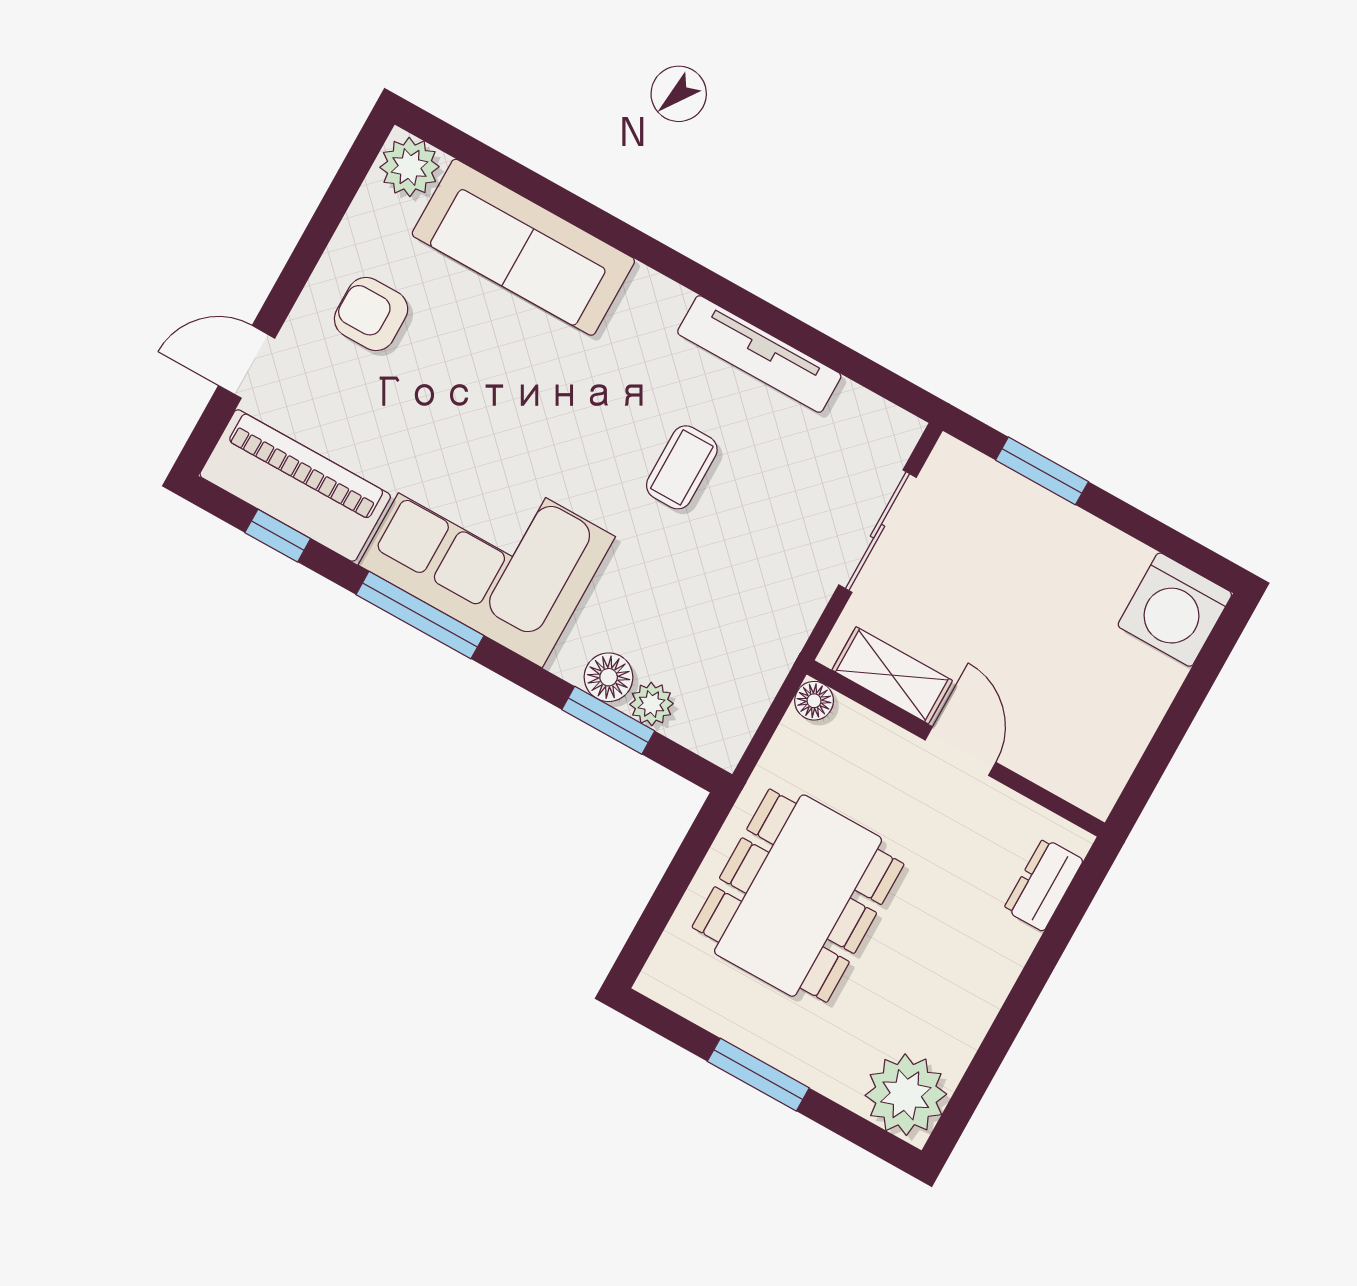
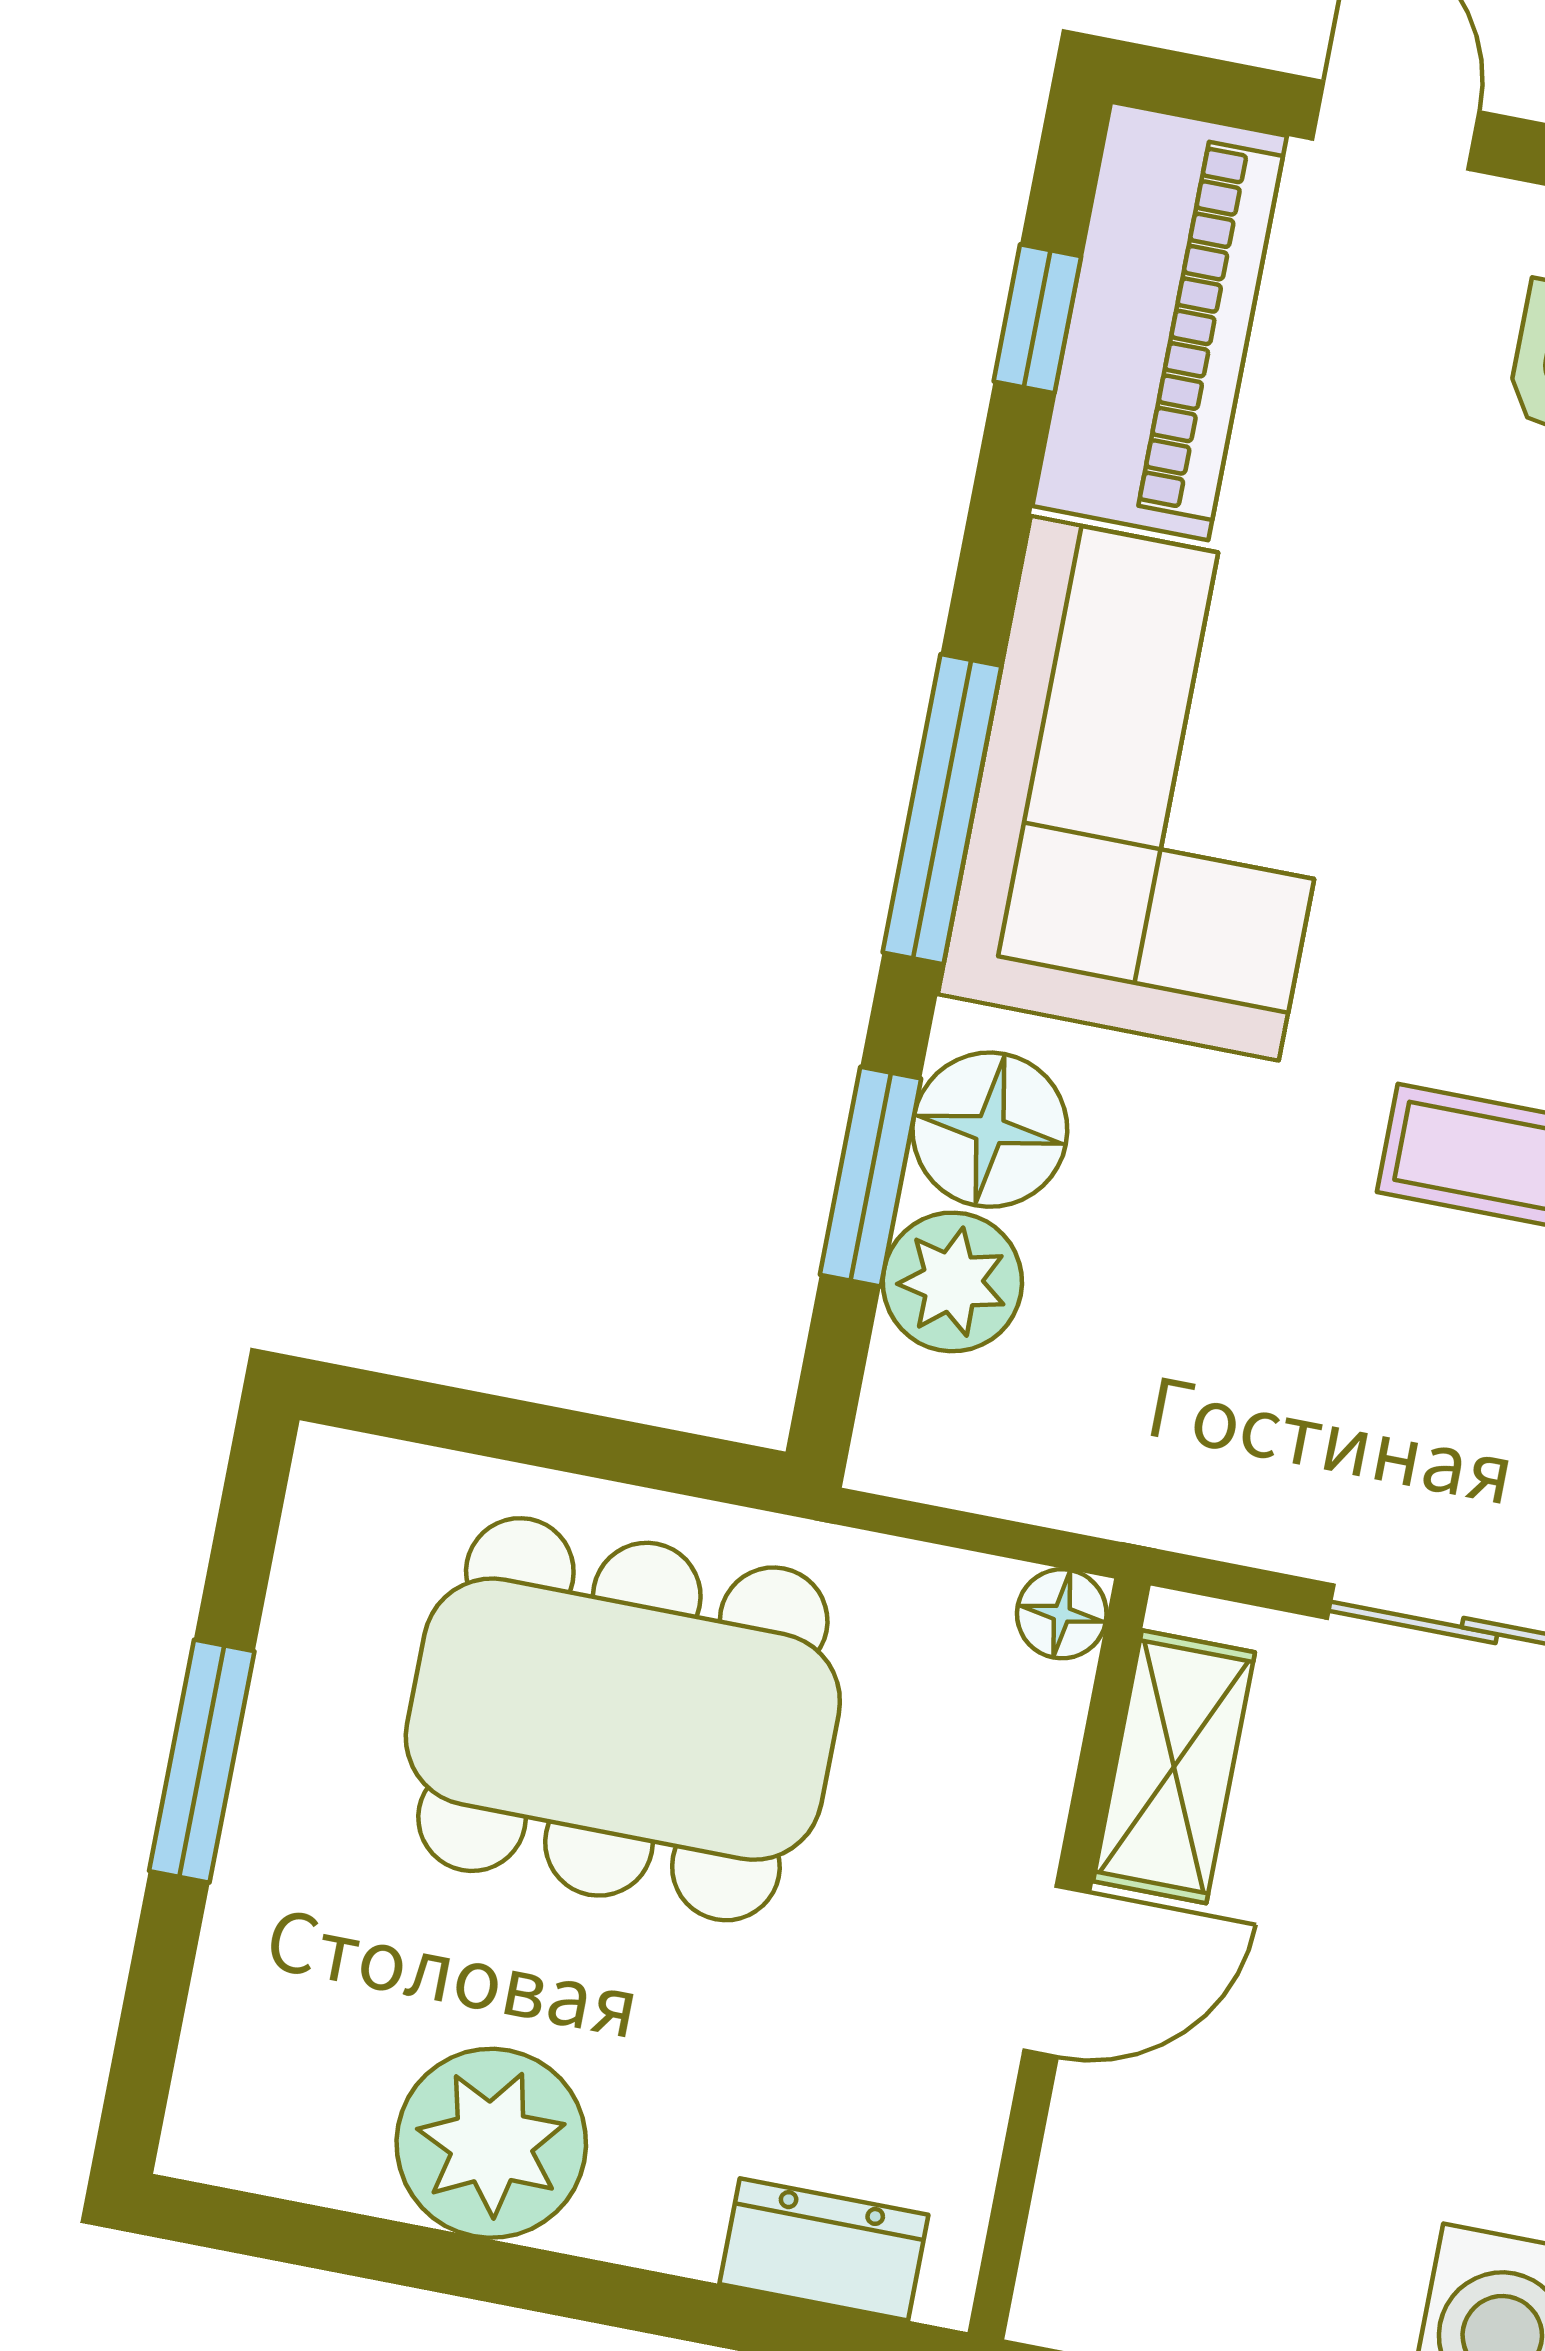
window: (420, 615) -> (942, 809), moved
floor lamp: (609, 677) -> (990, 1130), width x1.38, depth x1.38
plant: (651, 704) -> (952, 1282), width x1.38, depth x1.38
plant: (906, 1095) -> (491, 2143), moved

